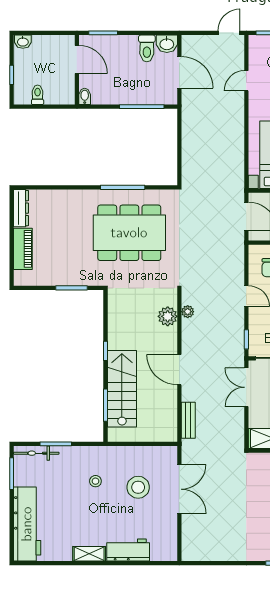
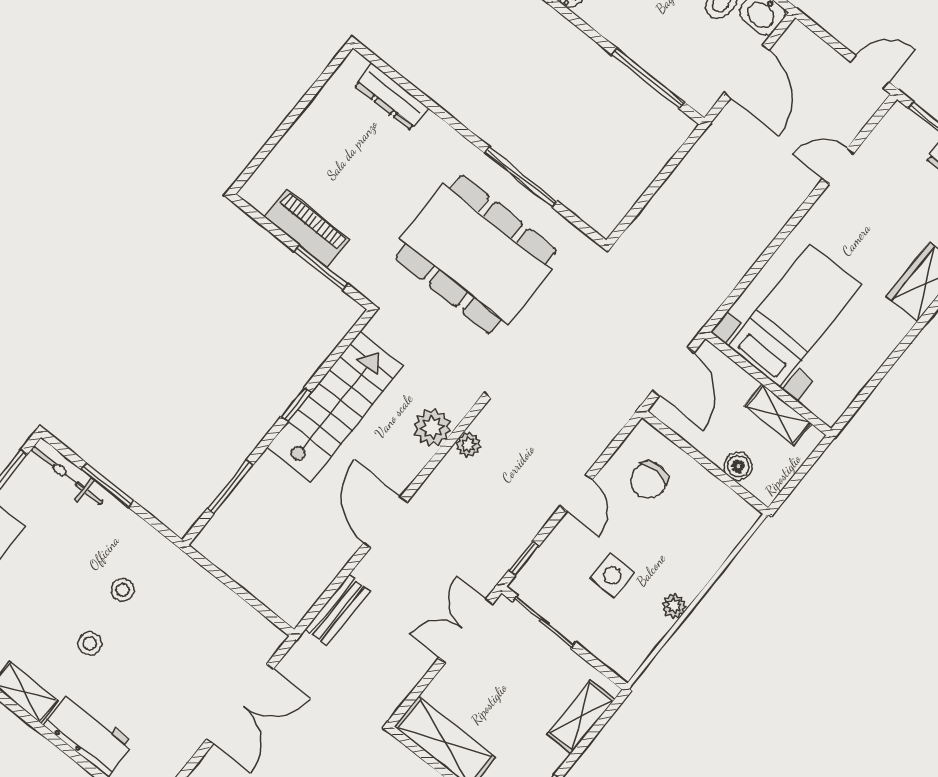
dresser: (21, 208) -> (391, 97), moved, turned 90
piano: (23, 249) -> (307, 228), moved, turned -90
stairs: (122, 389) -> (335, 407), moved
stool: (138, 487) -> (90, 643), moved, width x0.53, depth x0.53

